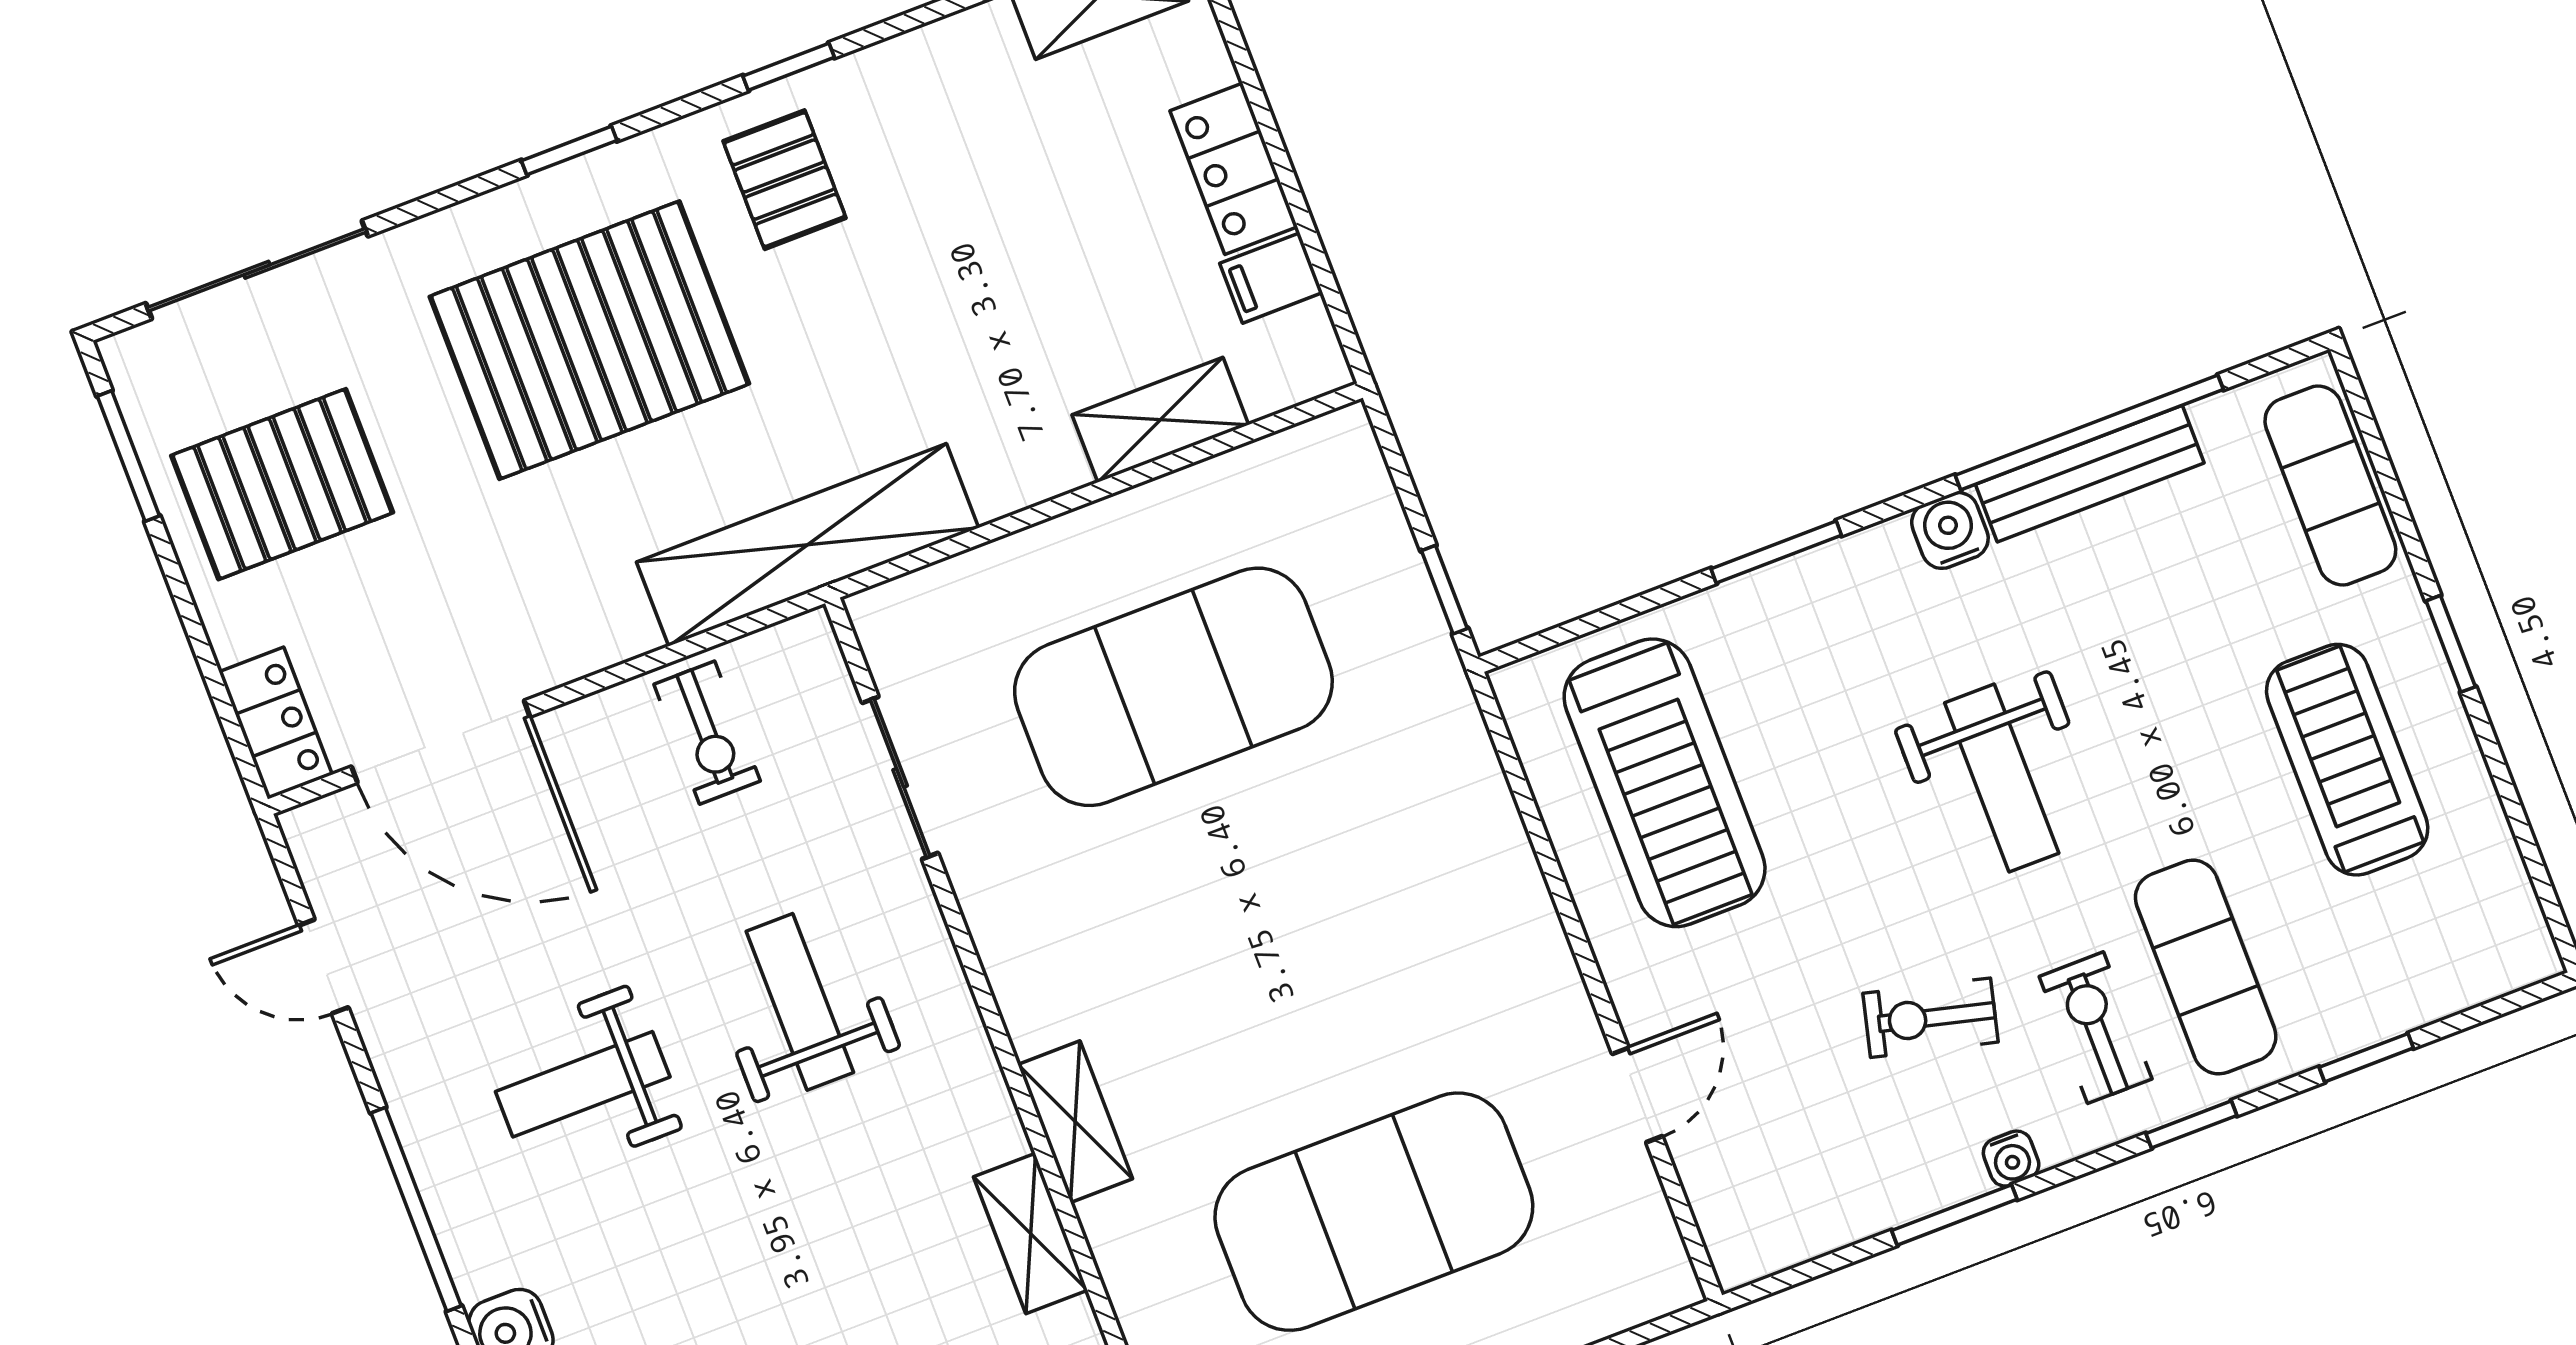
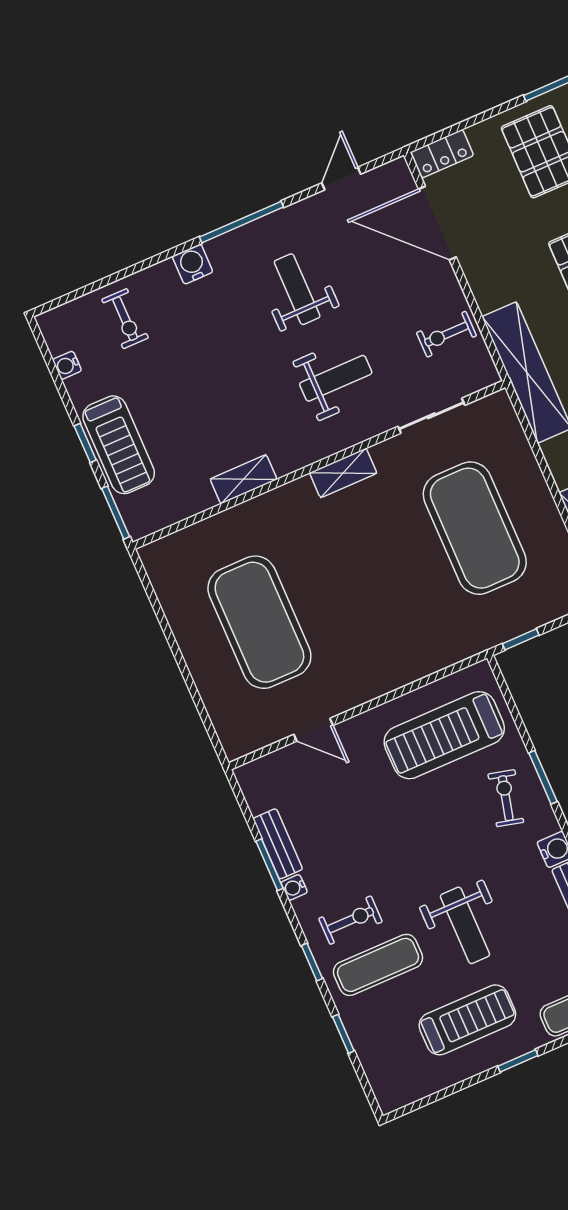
door: (441, 742) -> (437, 223), hinge flipped
weight bench: (2002, 778) -> (465, 925), moved, turned -90
exercise bike: (1930, 1018) -> (506, 798), moved
shelving: (1075, 1122) -> (343, 473), moved
bench: (1905, 1193) -> (278, 844), added

